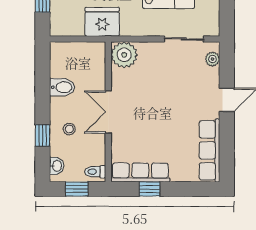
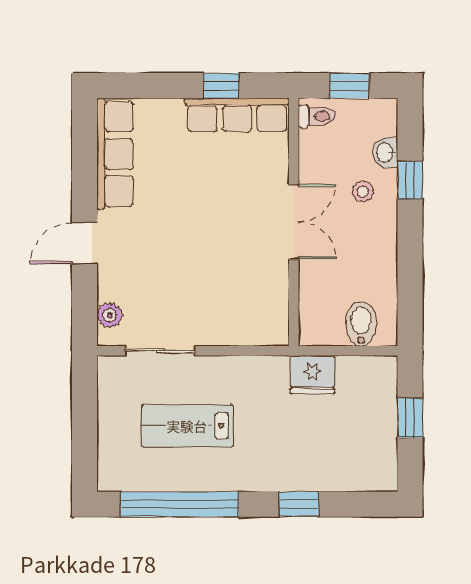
fridge: (102, 22) -> (313, 374), width x0.73, depth x0.75
plant: (124, 55) -> (266, 323), removed
bidet: (62, 87) -> (361, 324), moved, turned 90
washbasin: (57, 166) -> (385, 153), moved

